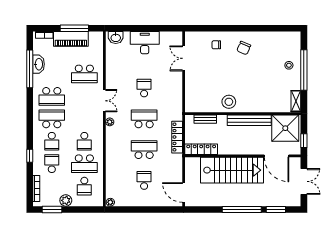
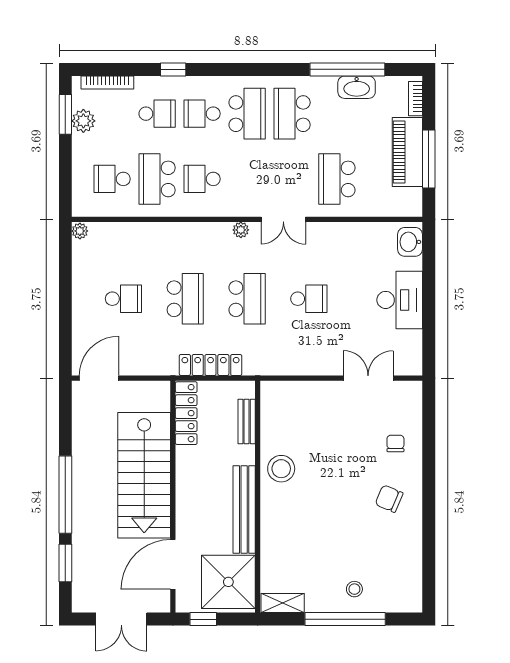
plant: (66, 200) -> (83, 121), moved

